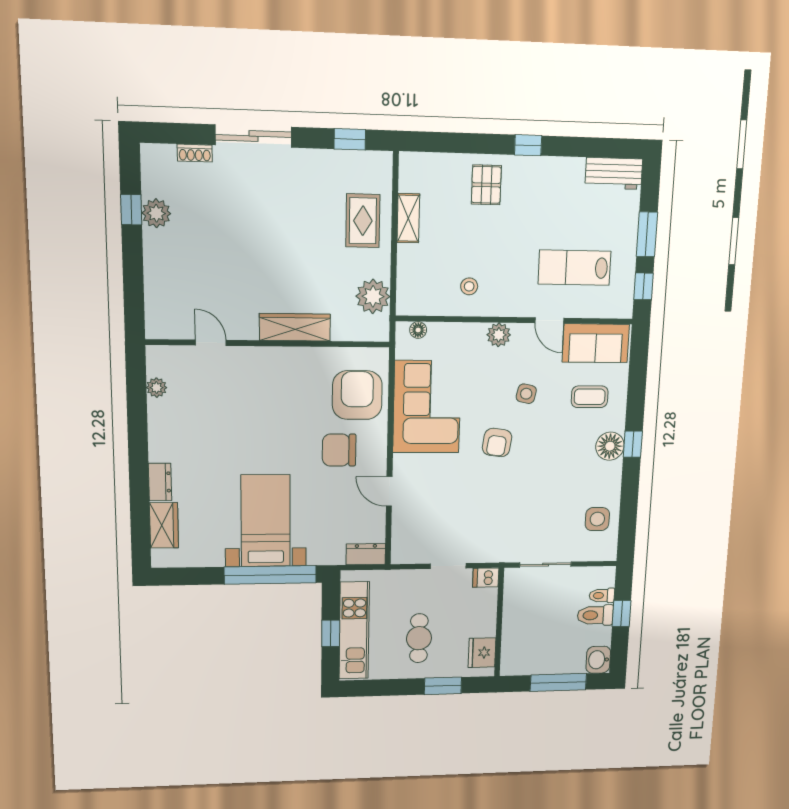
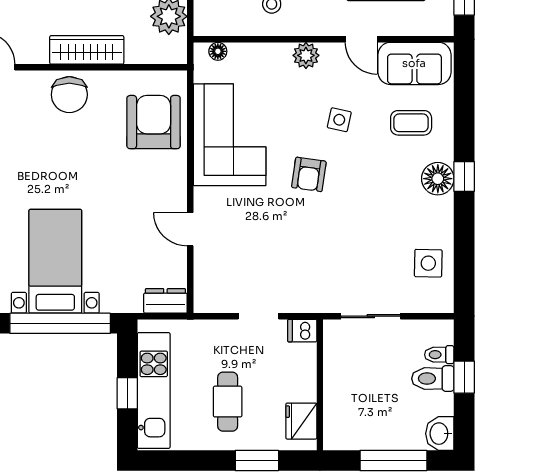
chair: (339, 450) -> (69, 95), moved, turned -90

